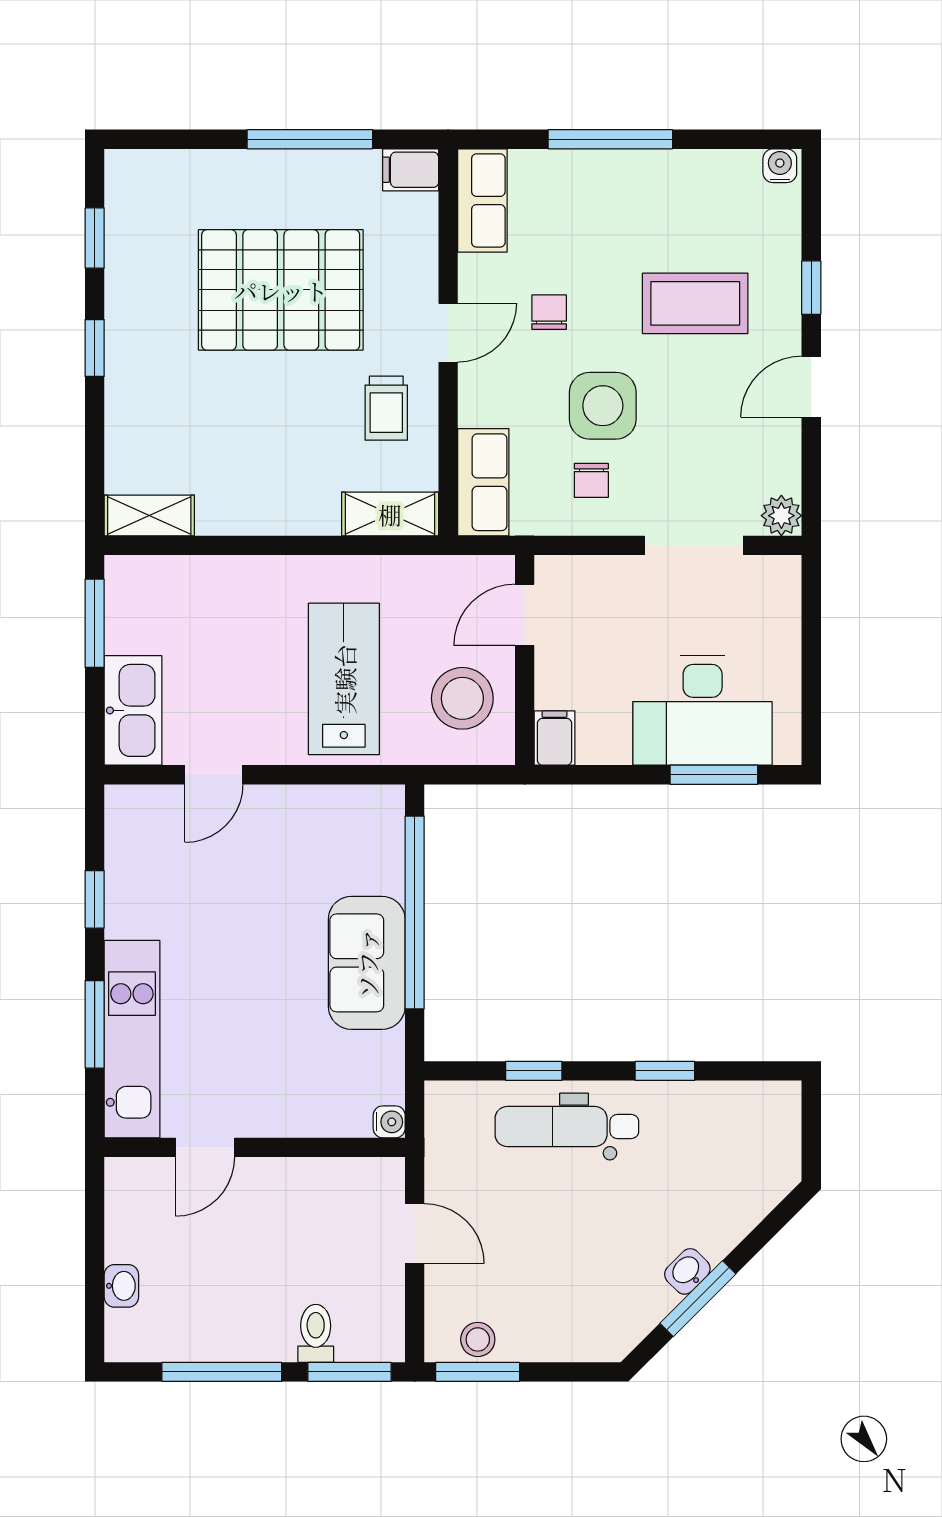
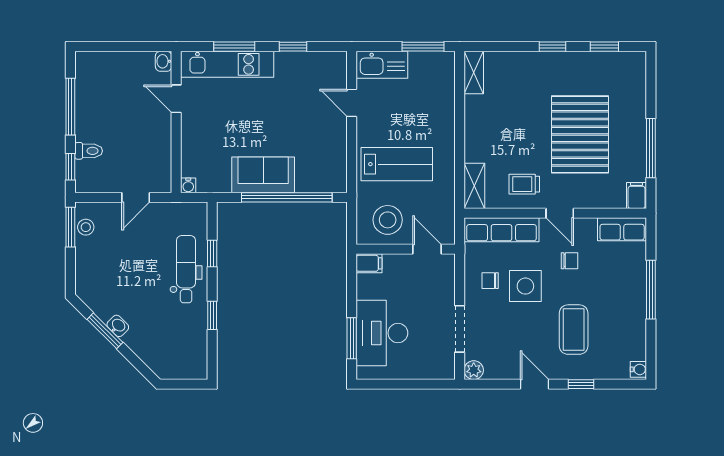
row of seats: (483, 482) -> (502, 230), width x1.48
washbasin: (121, 1286) -> (164, 61), moved, turned 90
window: (349, 1372) -> (70, 167), width x0.67

